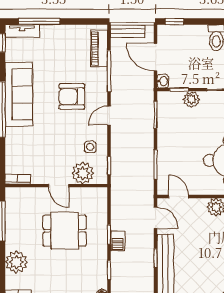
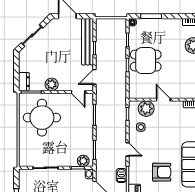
armchair: (72, 97) -> (162, 172), moved
plant: (191, 99) -> (83, 161), moved
door: (109, 116) -> (127, 149), hinge flipped
door: (156, 218) -> (94, 77), hinge flipped
dining table: (65, 231) -> (146, 61), moved
barbecue: (118, 241) -> (121, 175), moved

